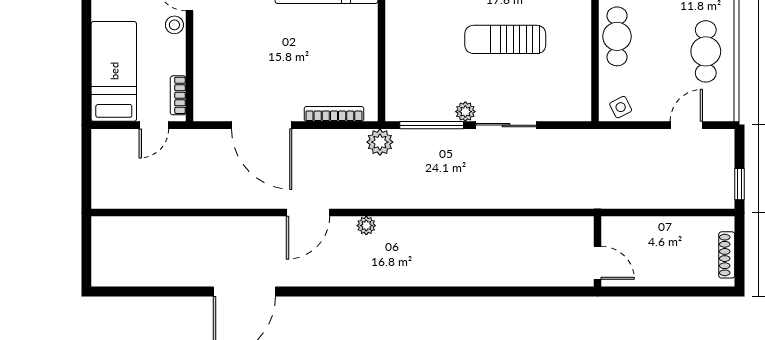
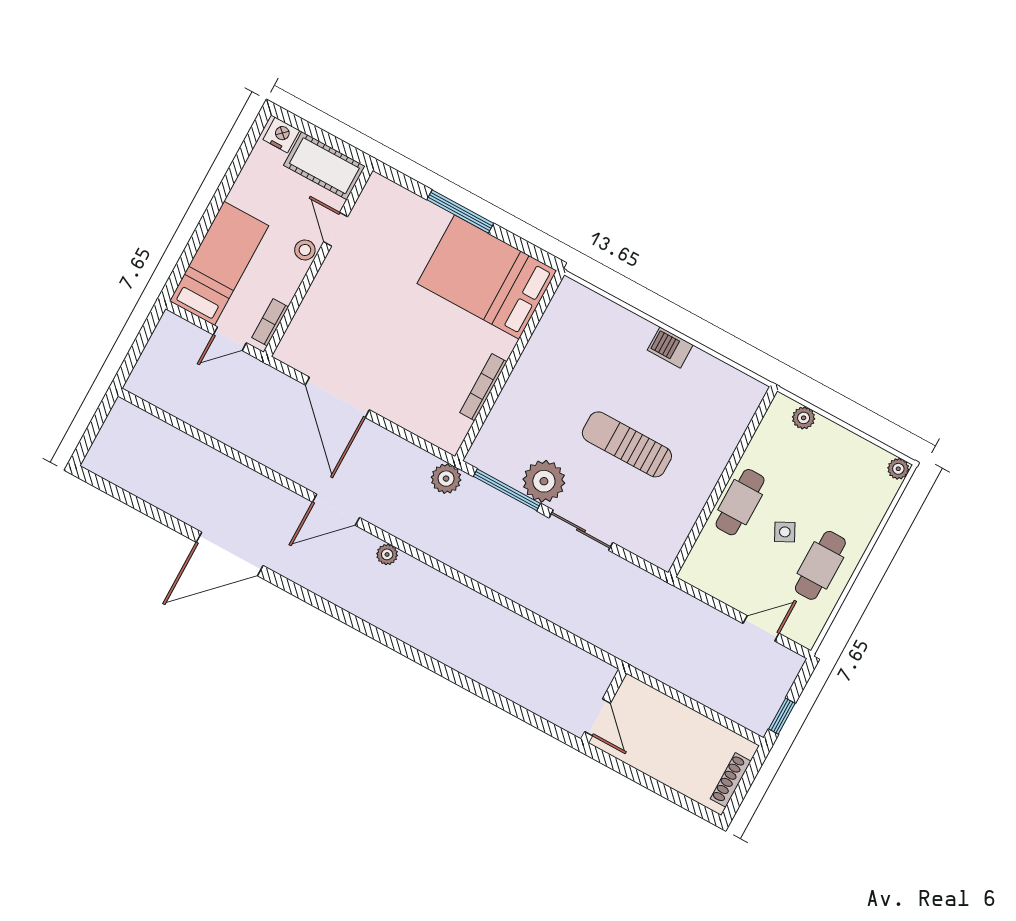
side table: (621, 107) -> (785, 532), moved
plant: (465, 112) -> (544, 481), width x1.87, depth x1.87
bookcase: (334, 114) -> (483, 387), moved, turned -90

